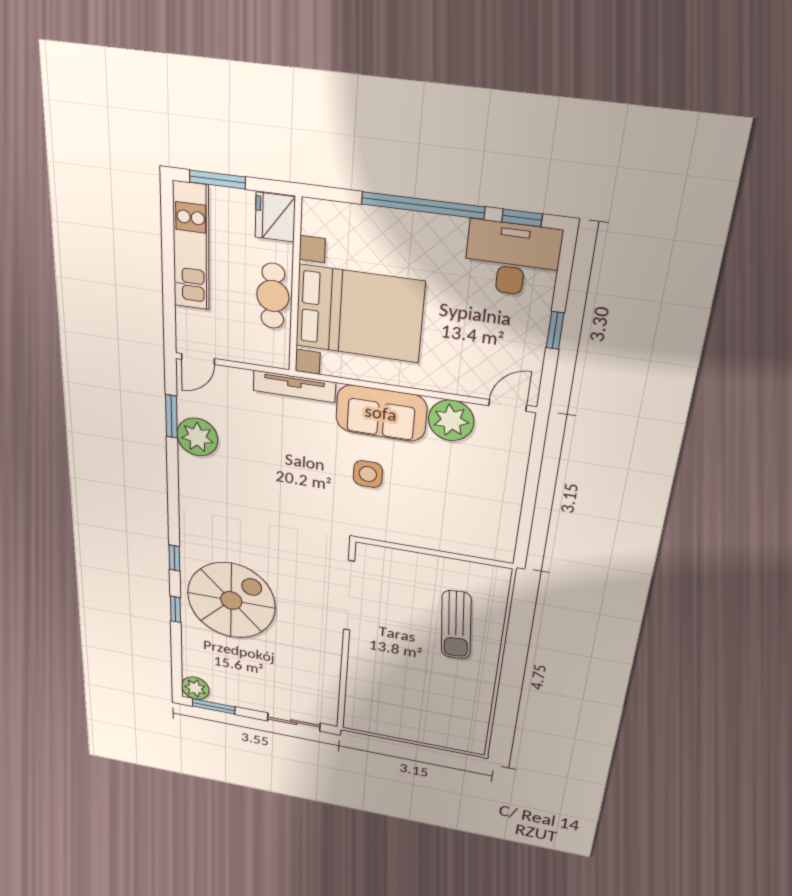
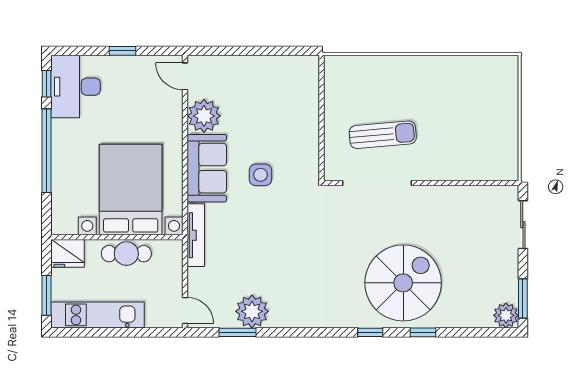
spiral stairs: (231, 600) -> (403, 283), turned 90
sun lounger: (456, 625) -> (383, 135), moved

